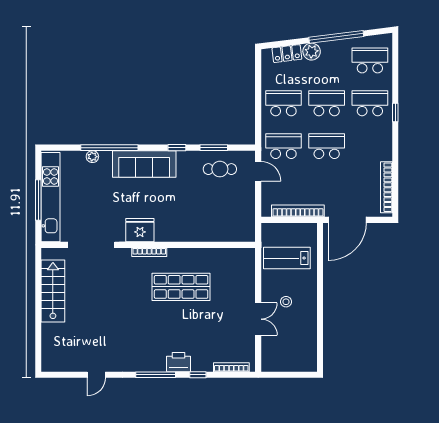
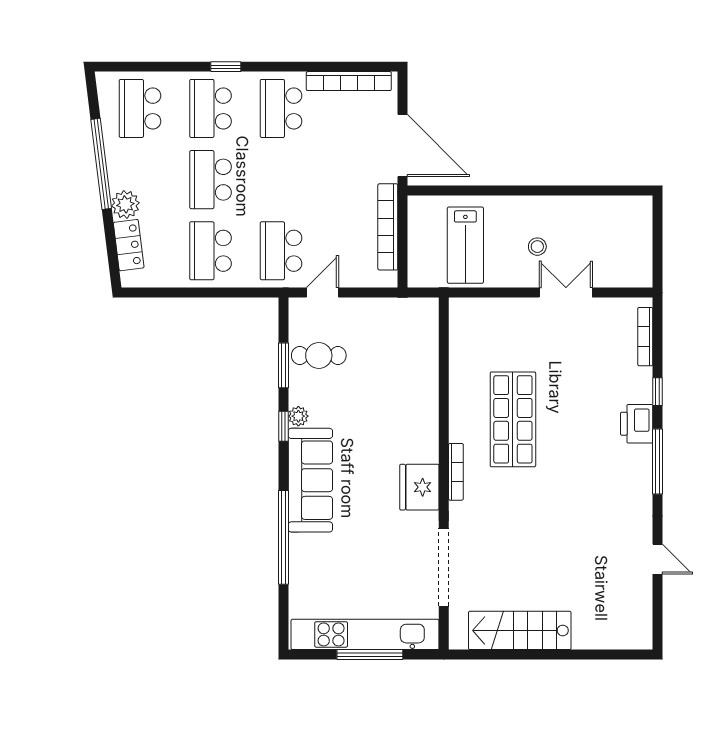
school desk: (327, 146) -> (281, 108), moved
plant: (92, 157) -> (298, 416), moved
cafe table: (220, 169) -> (319, 356), turned 90

